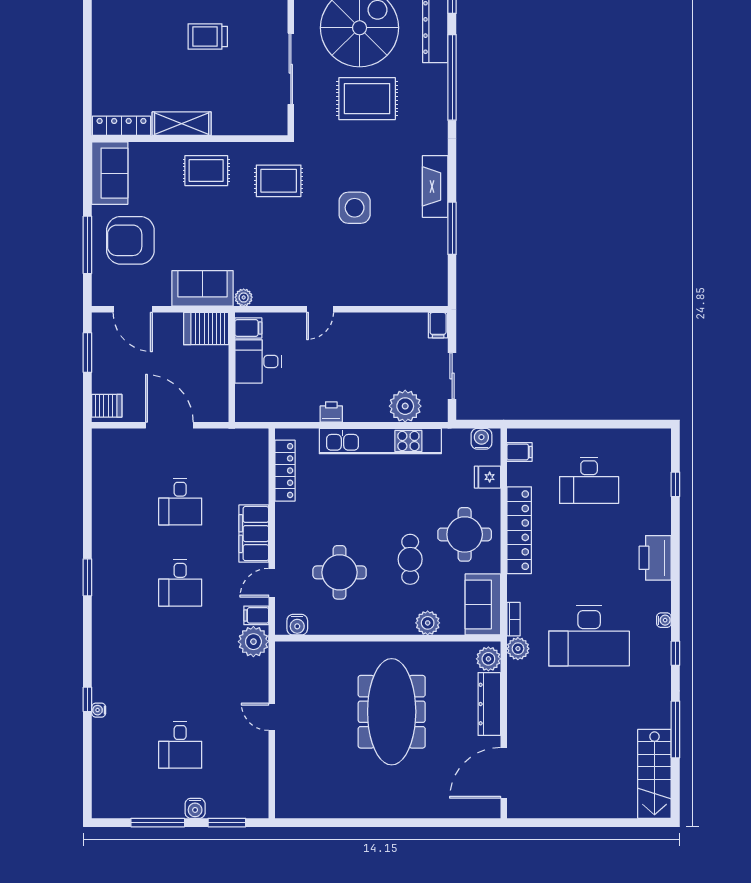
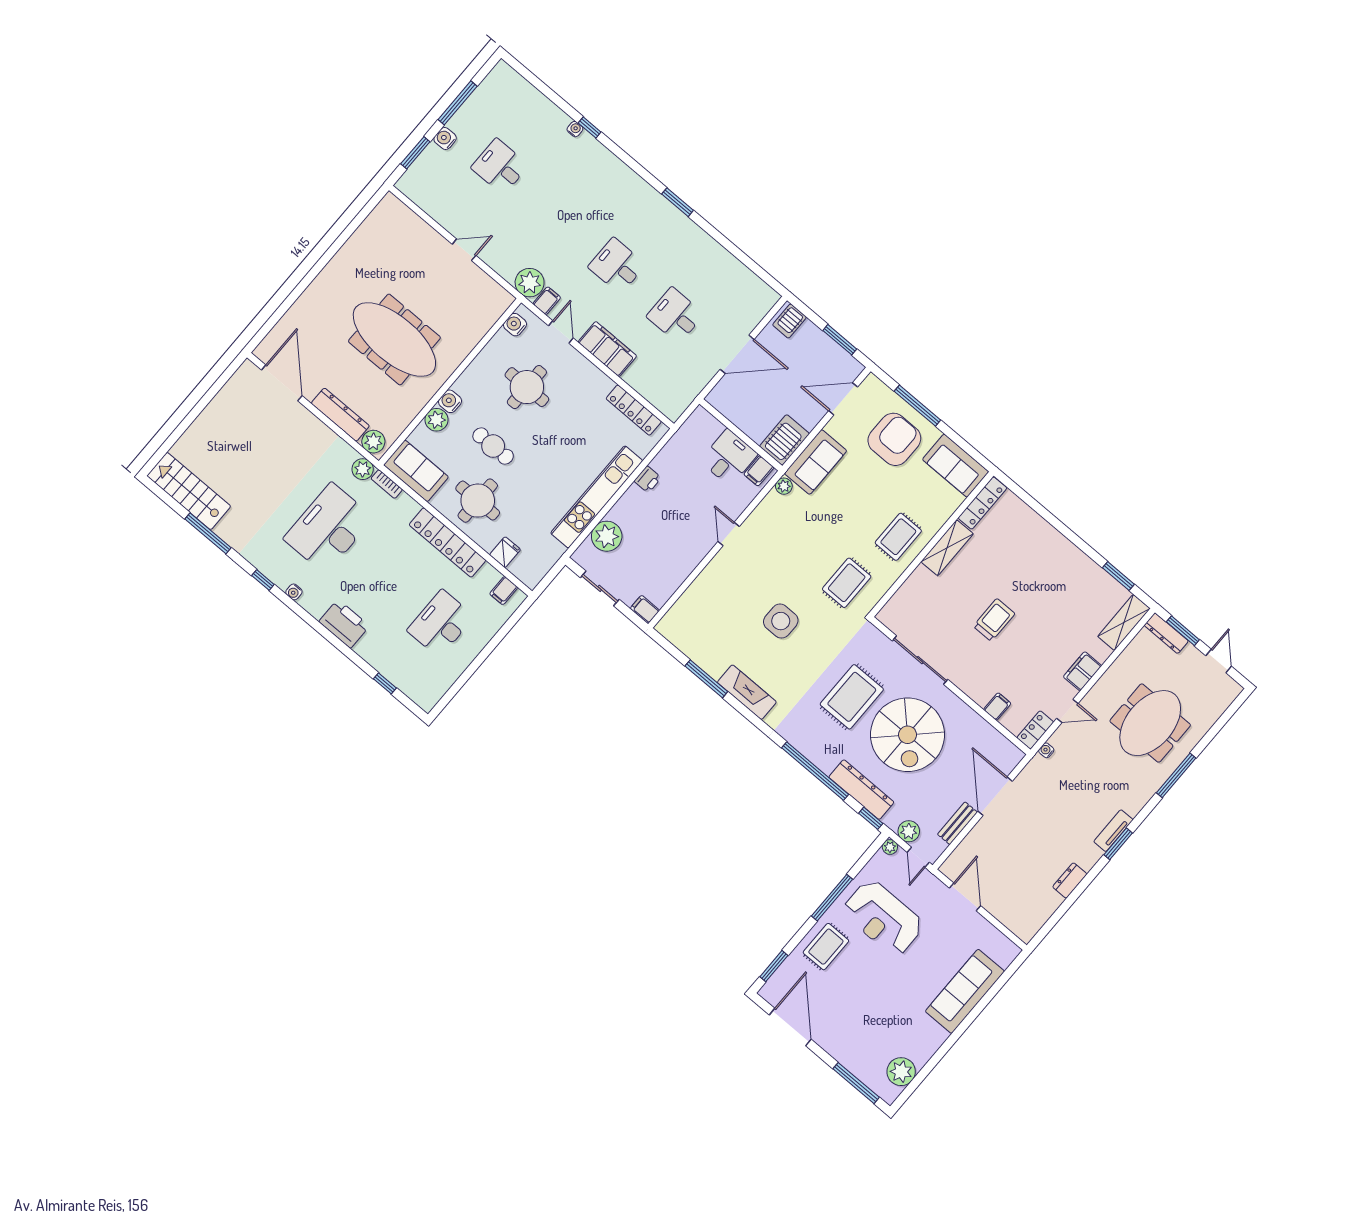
water cooler: (481, 439) -> (450, 401), moved, turned 180

